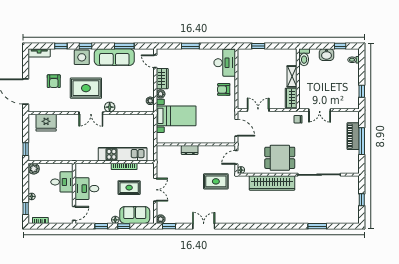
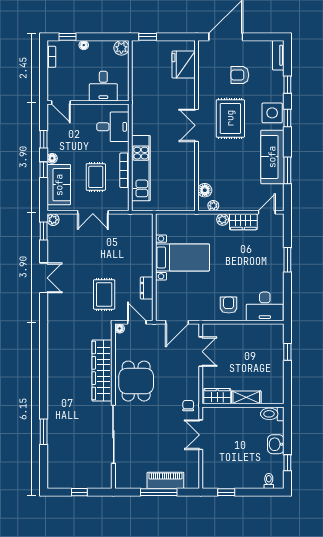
floor lamp: (110, 107) -> (205, 190), moved
bed with nightstands: (176, 116) -> (182, 257), moved, turned -90
dresser: (190, 150) -> (147, 288), moved
desk: (87, 189) -> (113, 127), moved, turned 90

